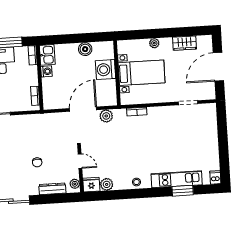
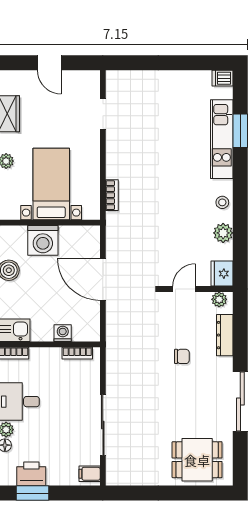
door: (218, 67) -> (49, 63), width x0.53
washing machine: (46, 71) -> (63, 333), moved
plant: (106, 116) -> (116, 244), removed
plant: (107, 184) -> (223, 233), moved

